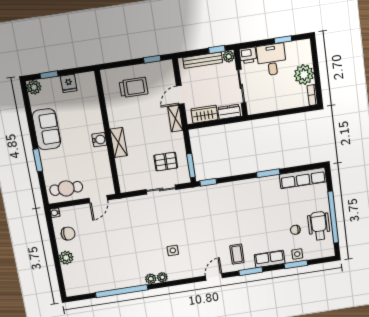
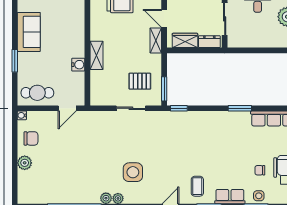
door: (180, 95) -> (164, 18), hinge flipped
water cooler: (99, 140) -> (78, 65), moved
side table: (173, 250) -> (133, 172), width x1.87, depth x1.87

